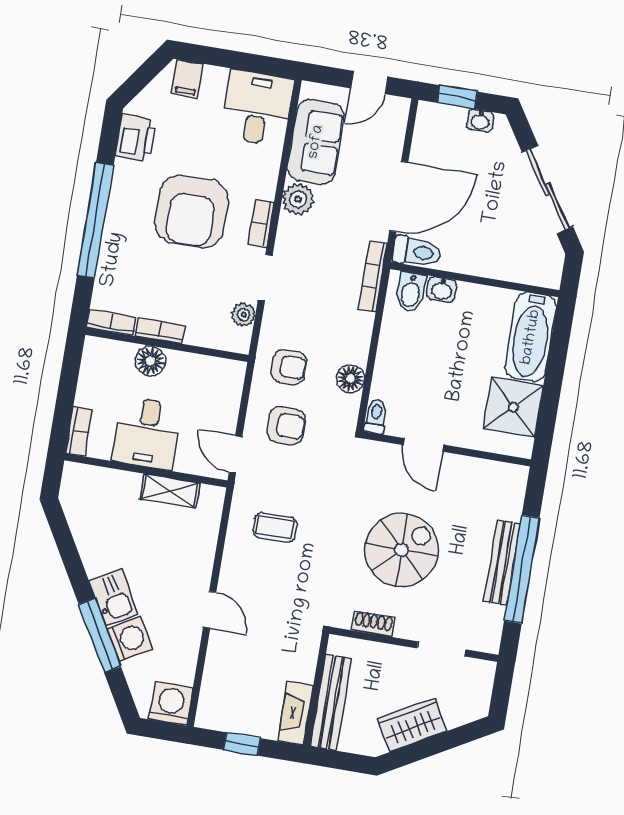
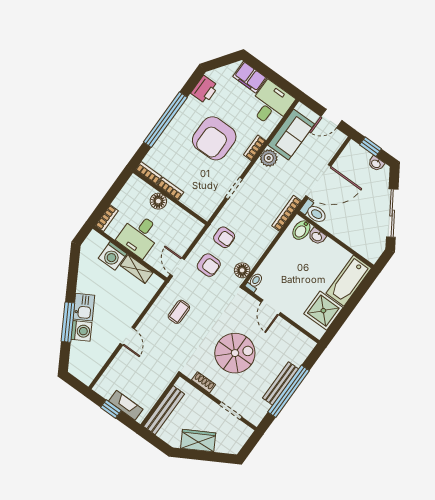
filing cabinet: (187, 79) -> (250, 77), width x2.00
bookcase: (261, 223) -> (255, 148), moved
plant: (244, 315) -> (215, 201), removed
floor lamp: (350, 379) -> (242, 270), moved
coffee table: (275, 527) -> (179, 312), turned 90
washing machine: (171, 704) -> (113, 256), moved, turned 180
fireplace: (296, 713) -> (126, 405), moved, turned 90

